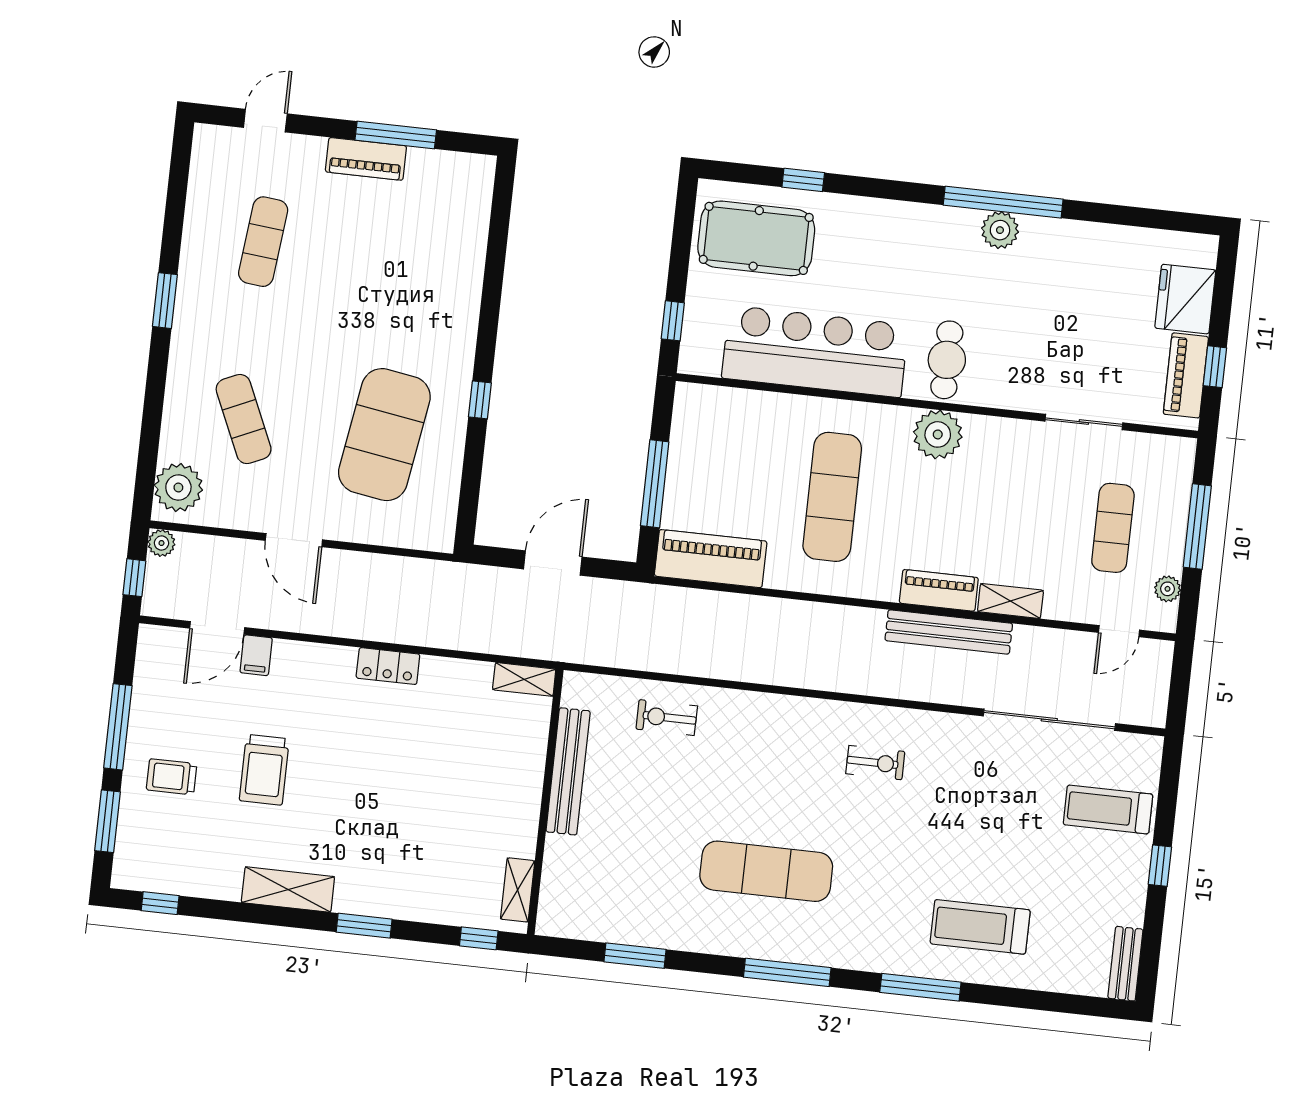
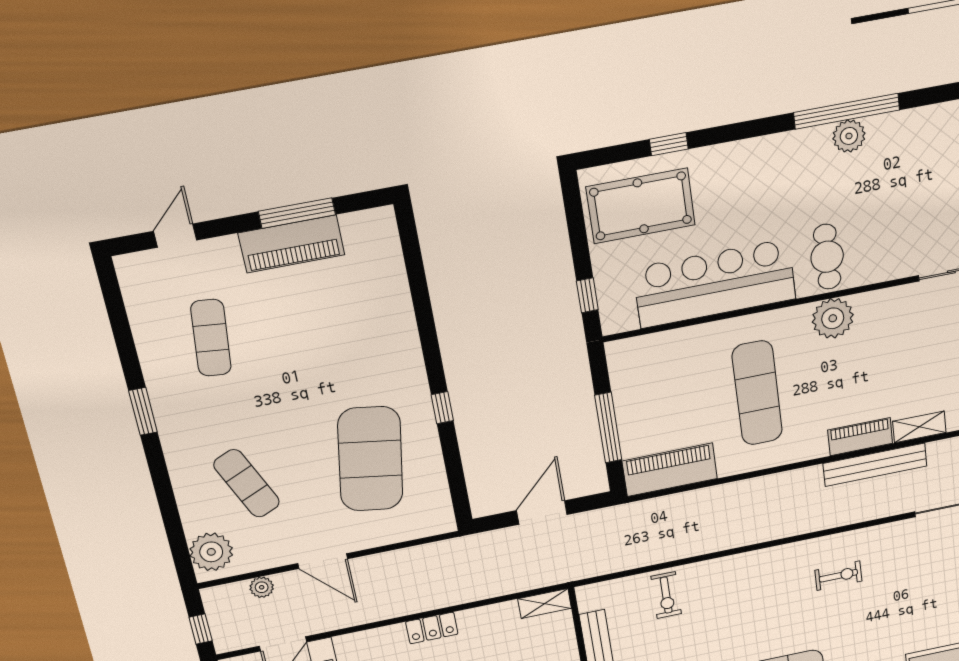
piano: (366, 159) -> (292, 244), width x1.37, depth x1.33
plant: (161, 543) -> (262, 587), moved
exercise bike: (667, 718) -> (666, 595), turned -90

